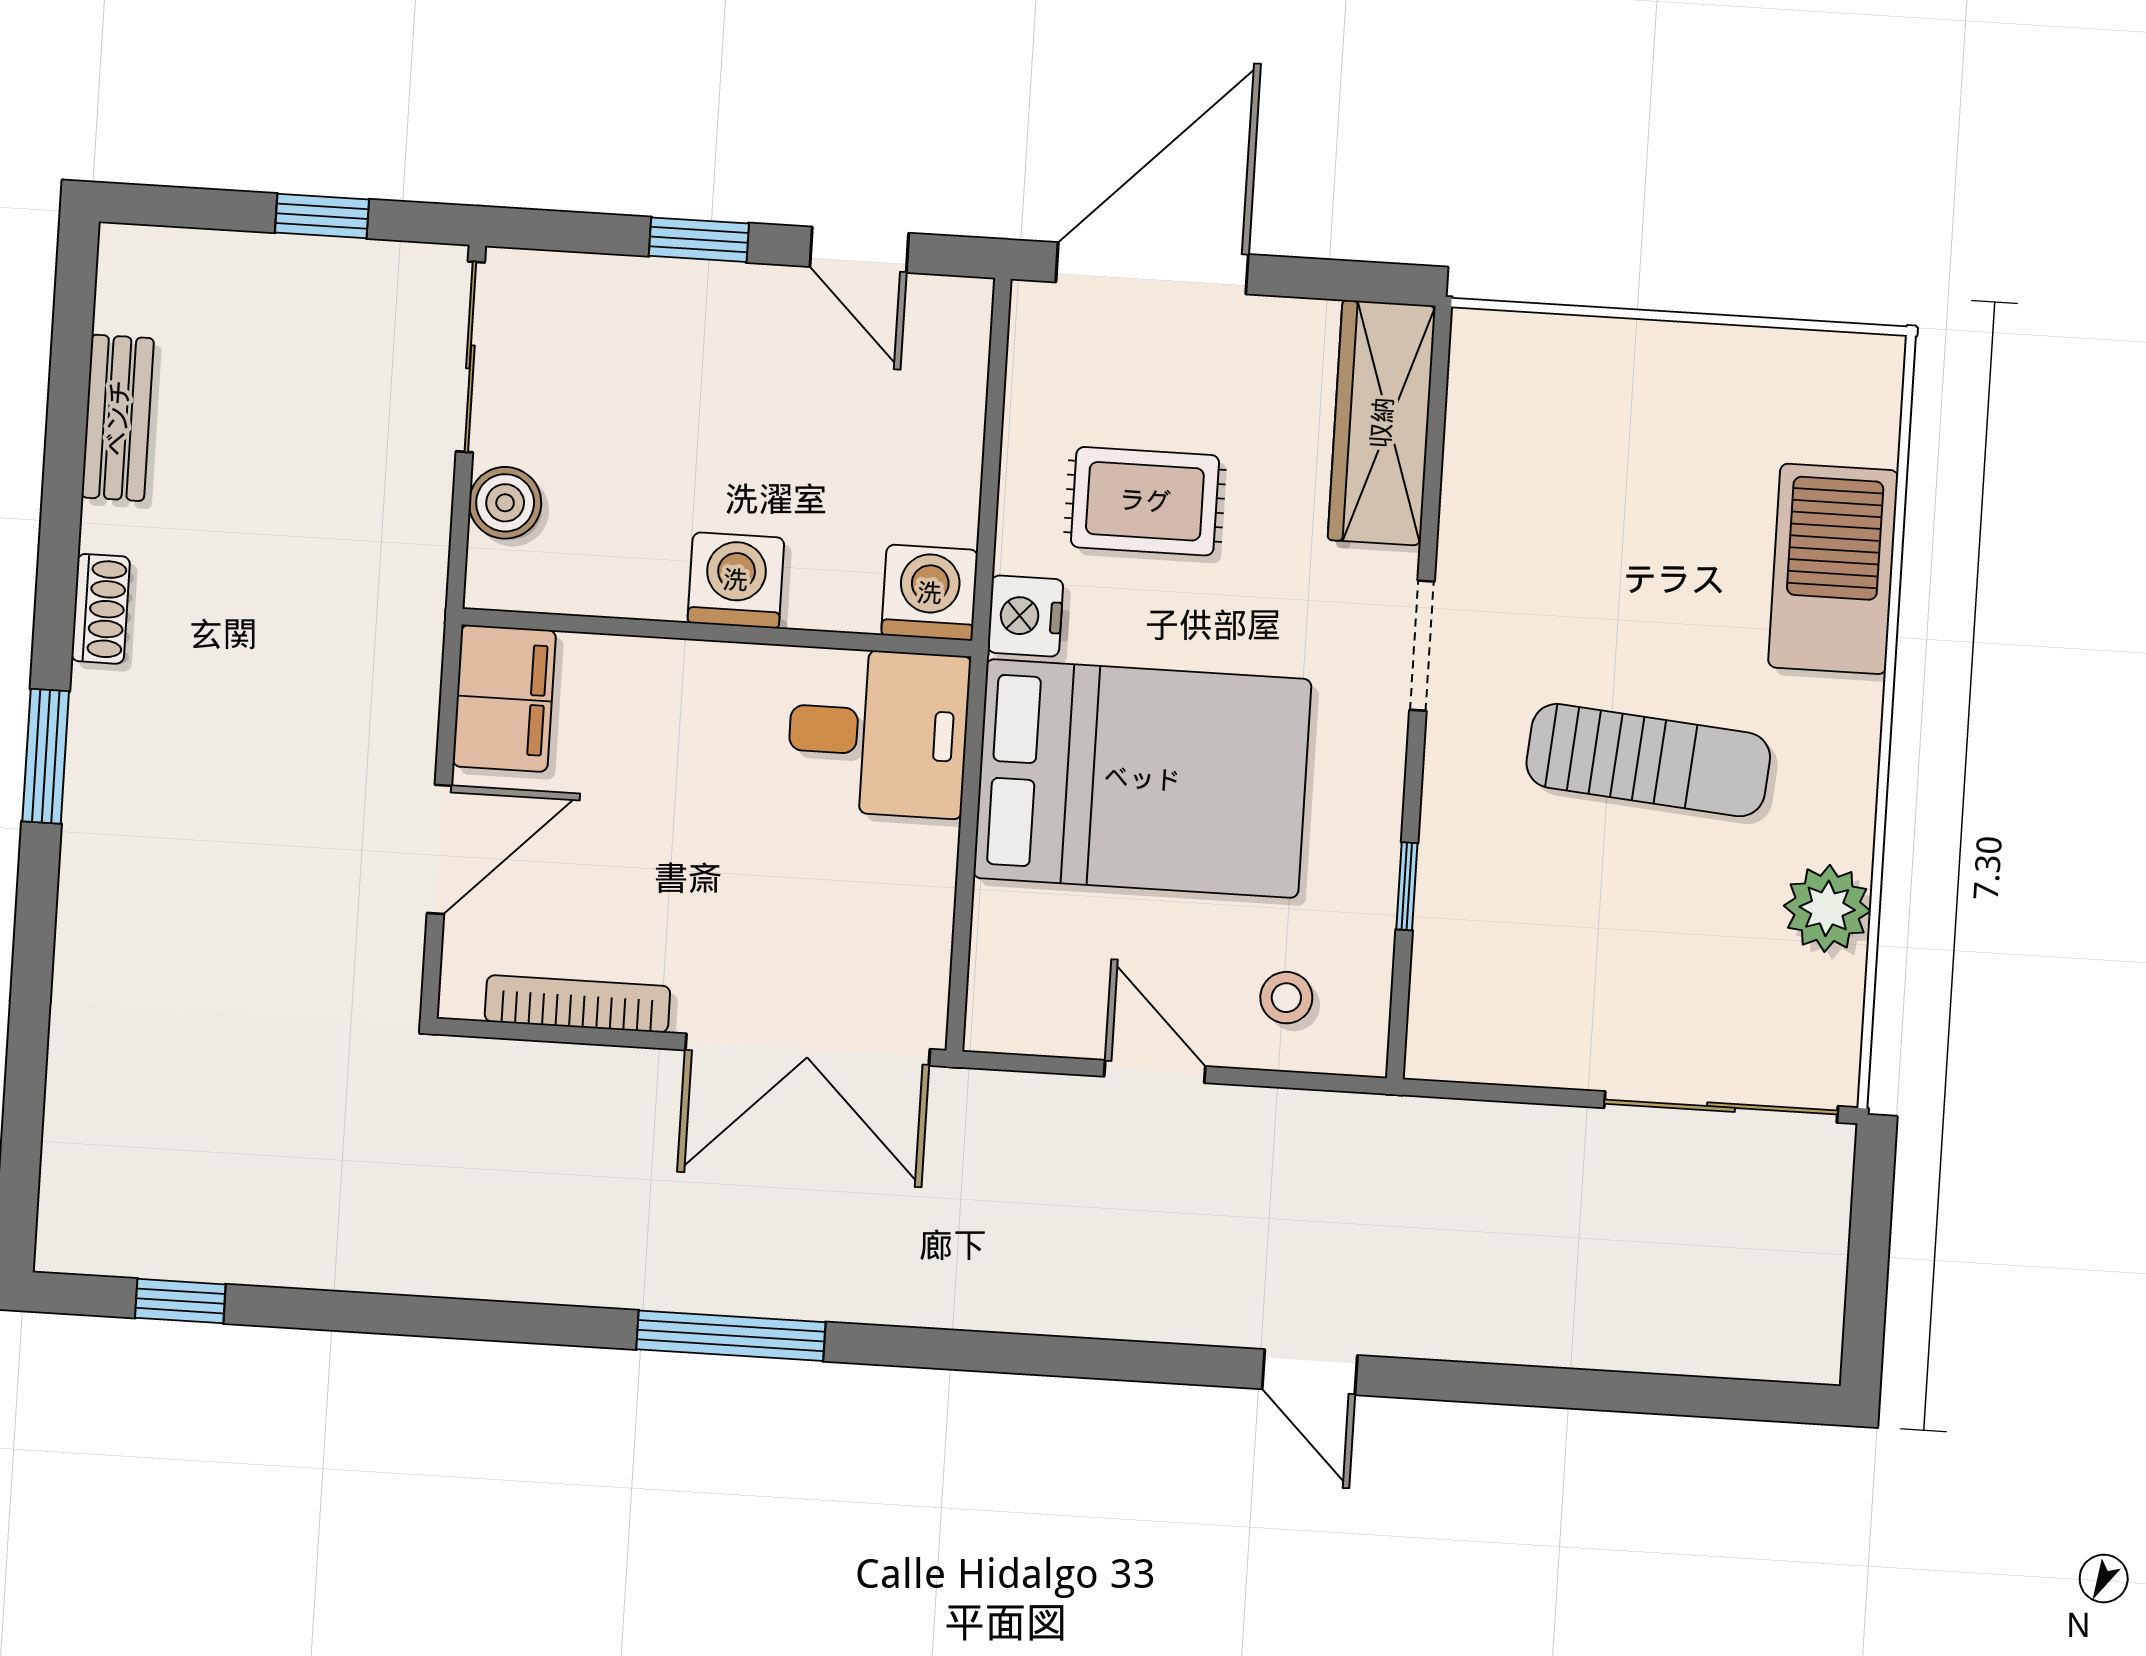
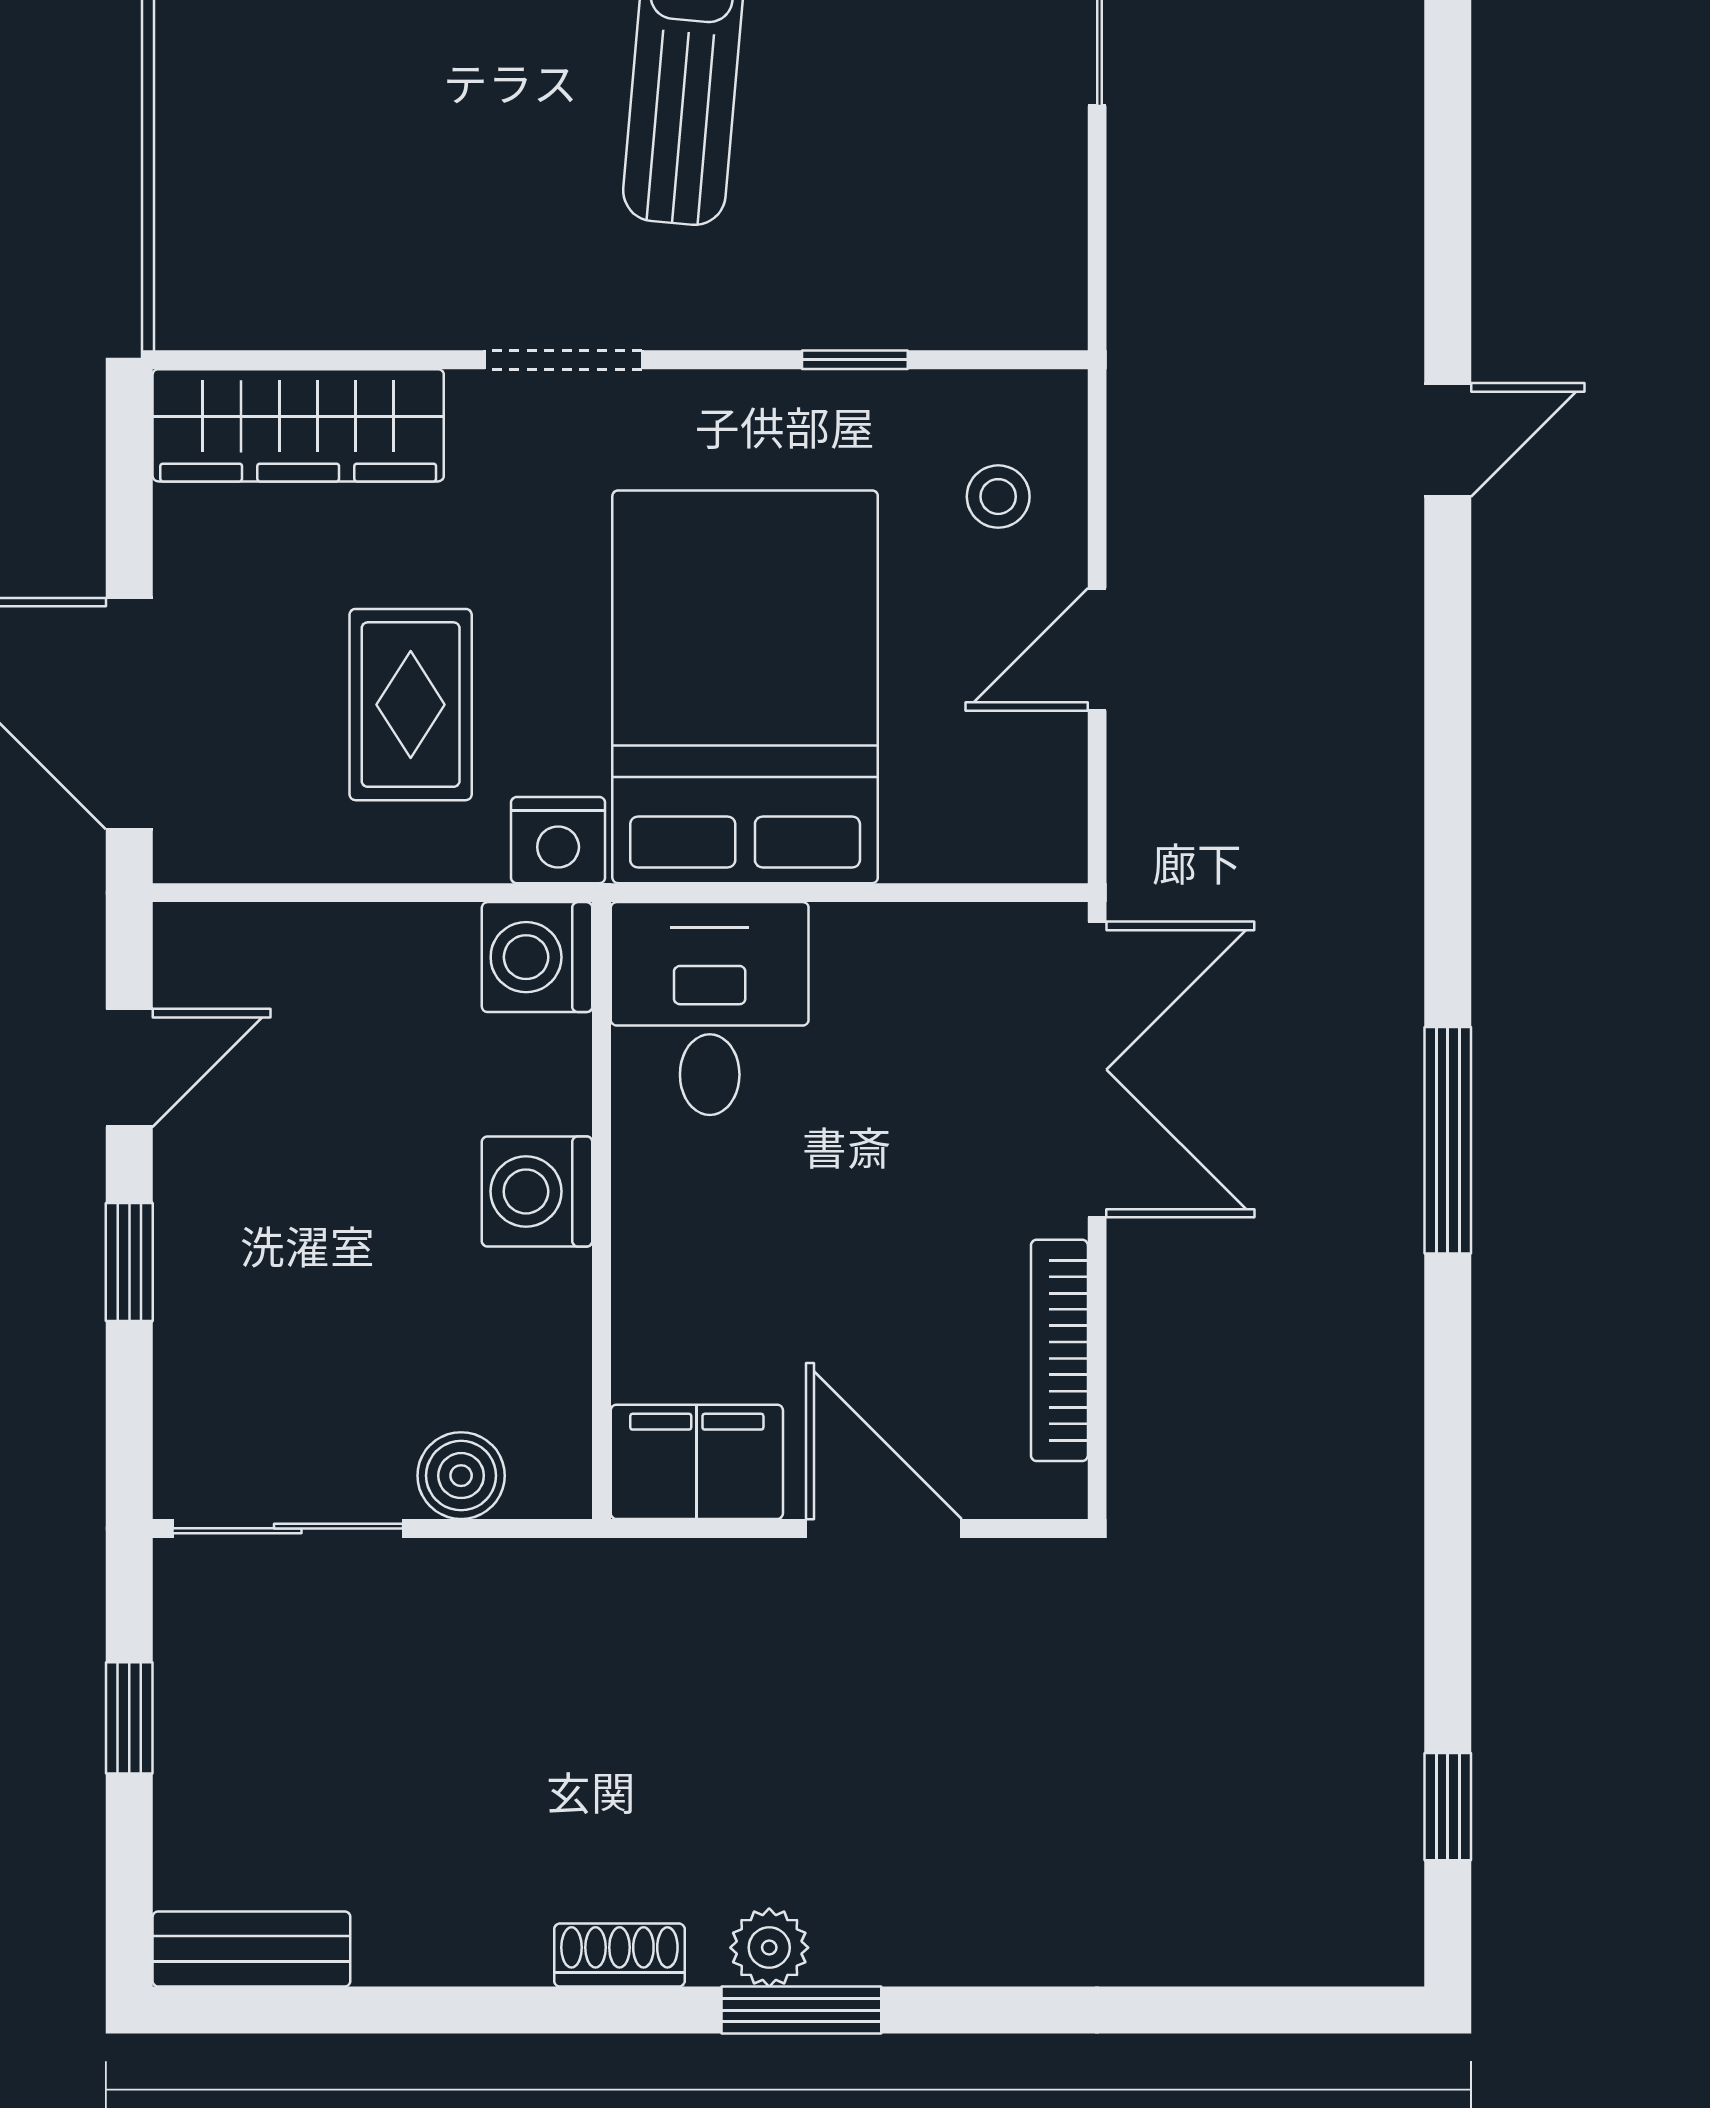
bench: (118, 418) -> (251, 1949), moved
plant: (99, 733) -> (769, 1948), added

